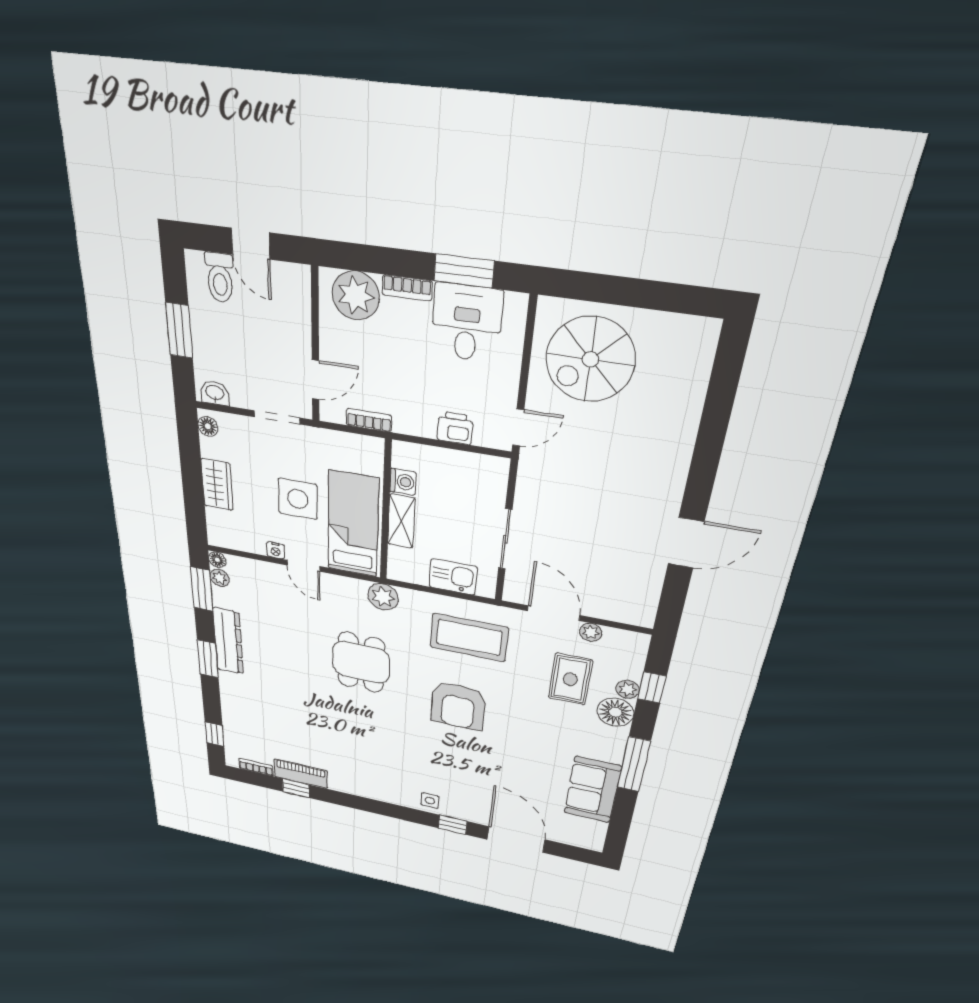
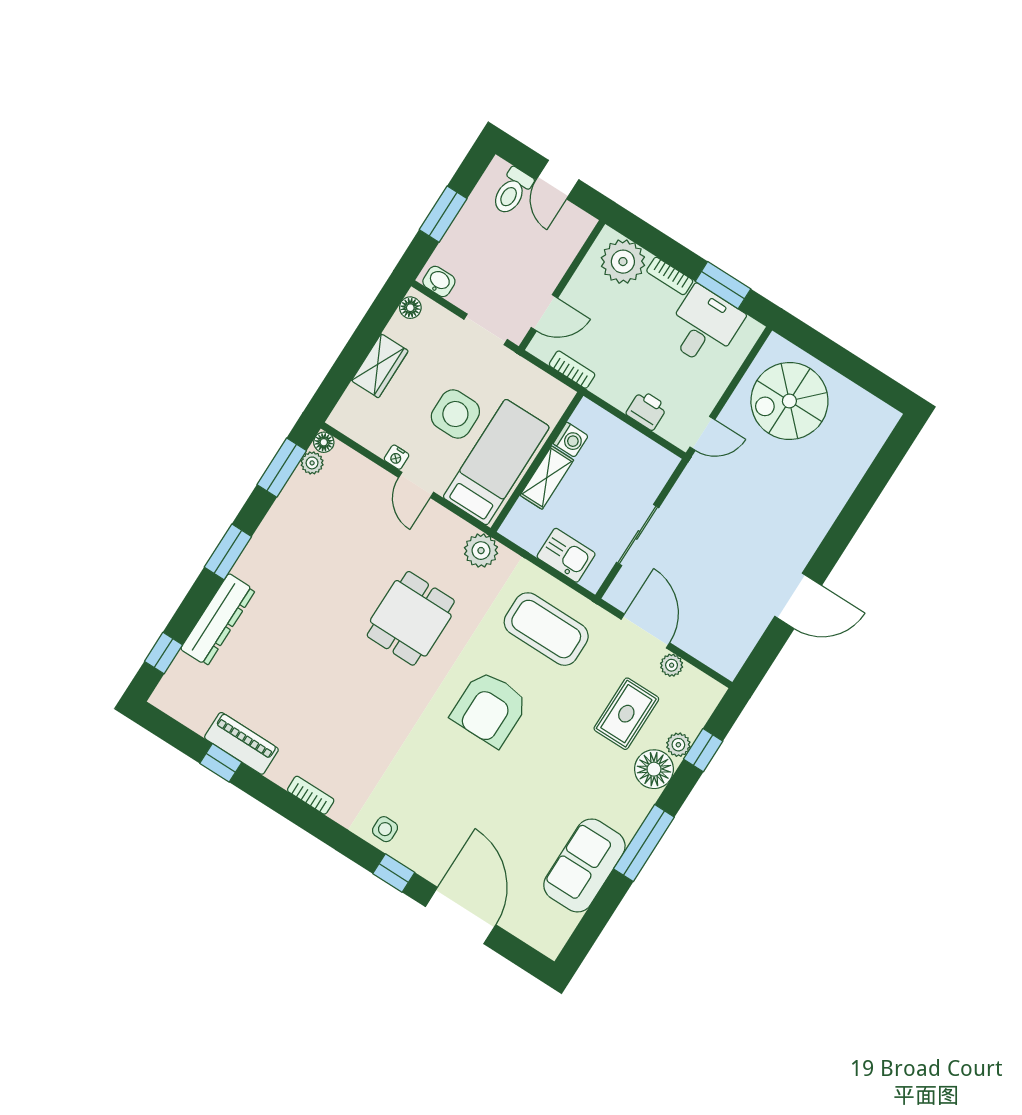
dresser: (228, 641) -> (218, 620), moved
bookcase: (256, 767) -> (311, 795), moved

